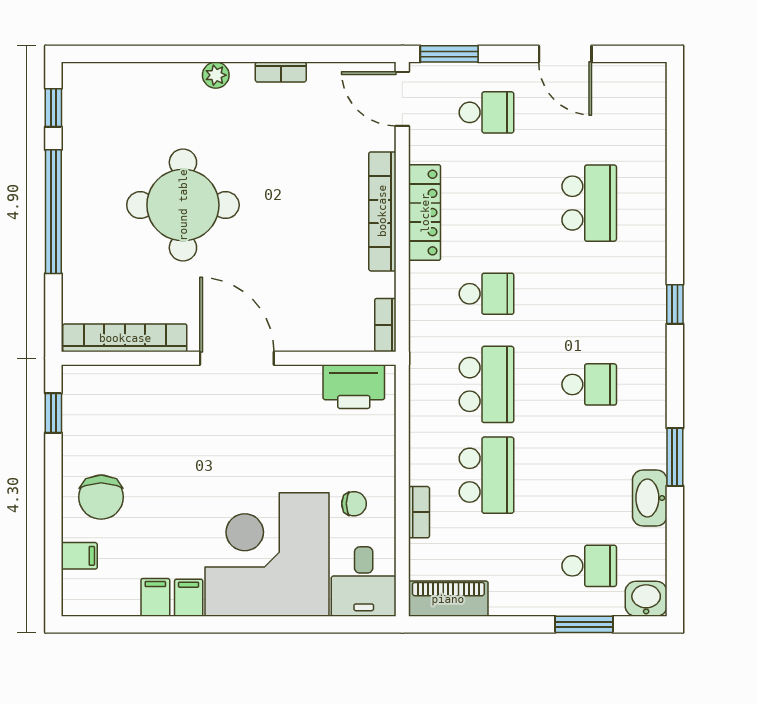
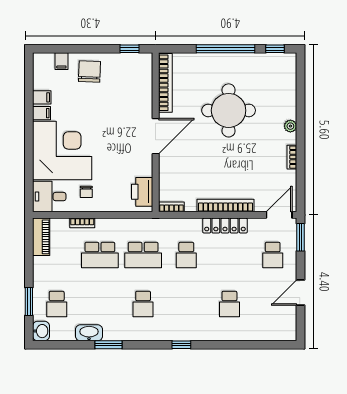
school desk: (589, 203) -> (229, 304), width x0.54
chair: (101, 497) -> (89, 71), turned 92

